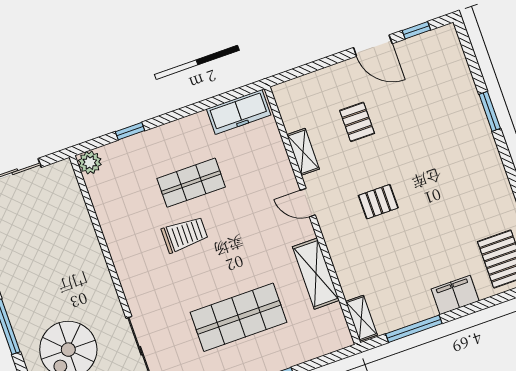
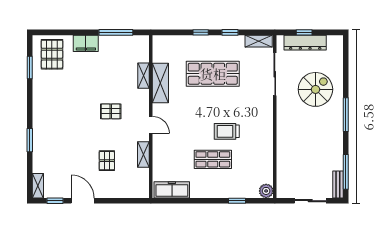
shelving: (452, 44) -> (38, 186), added
shelving: (361, 318) -> (143, 76), moved

